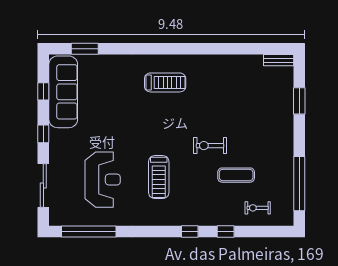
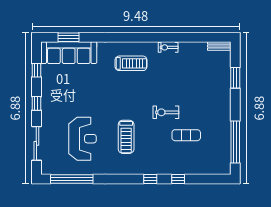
sofa: (63, 92) -> (69, 53), moved, turned 90
exercise bike: (258, 208) -> (168, 47), moved

